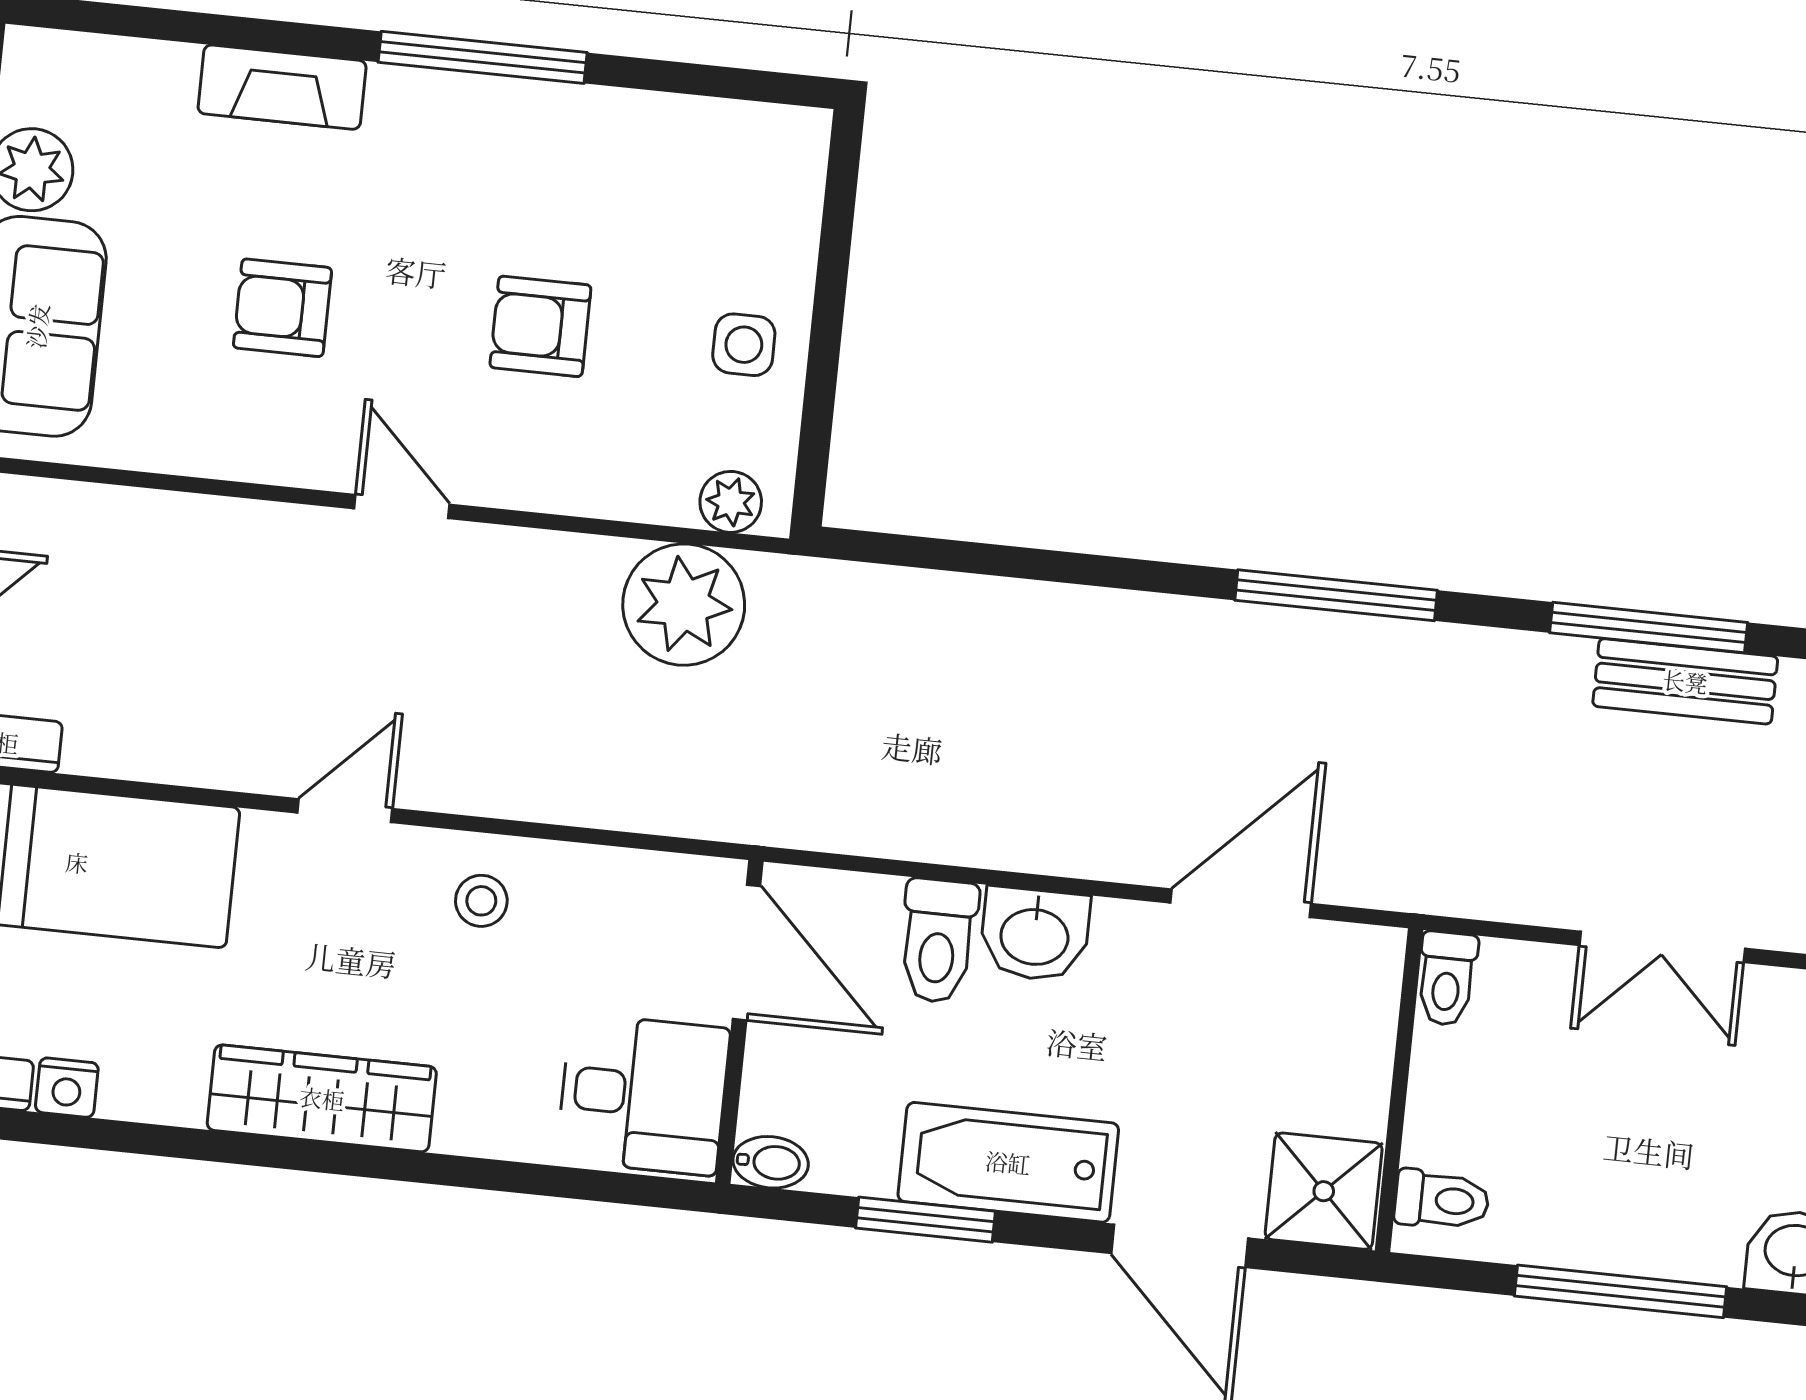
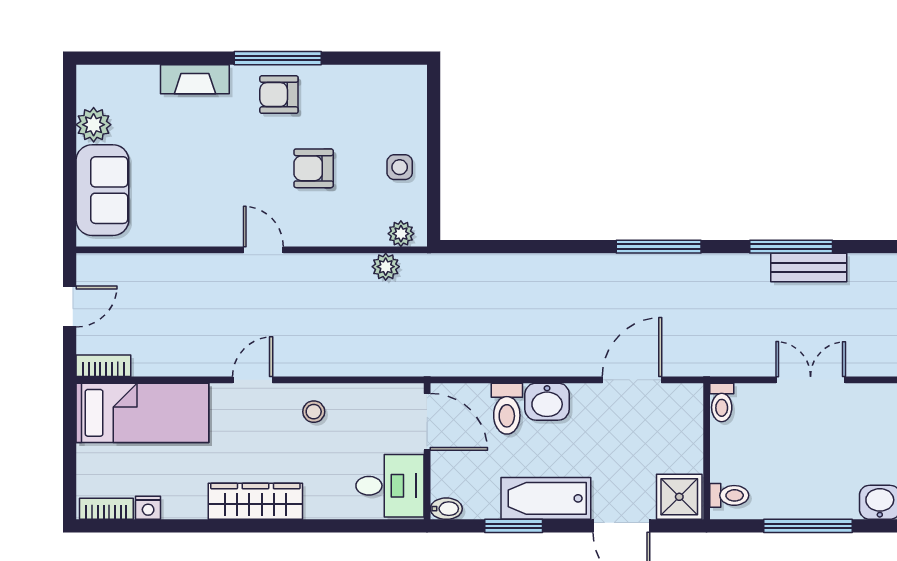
armchair: (282, 308) -> (279, 95), moved
plant: (684, 605) -> (386, 267), width x0.53, depth x0.53
double door: (1662, 947) -> (811, 380), swing flipped

